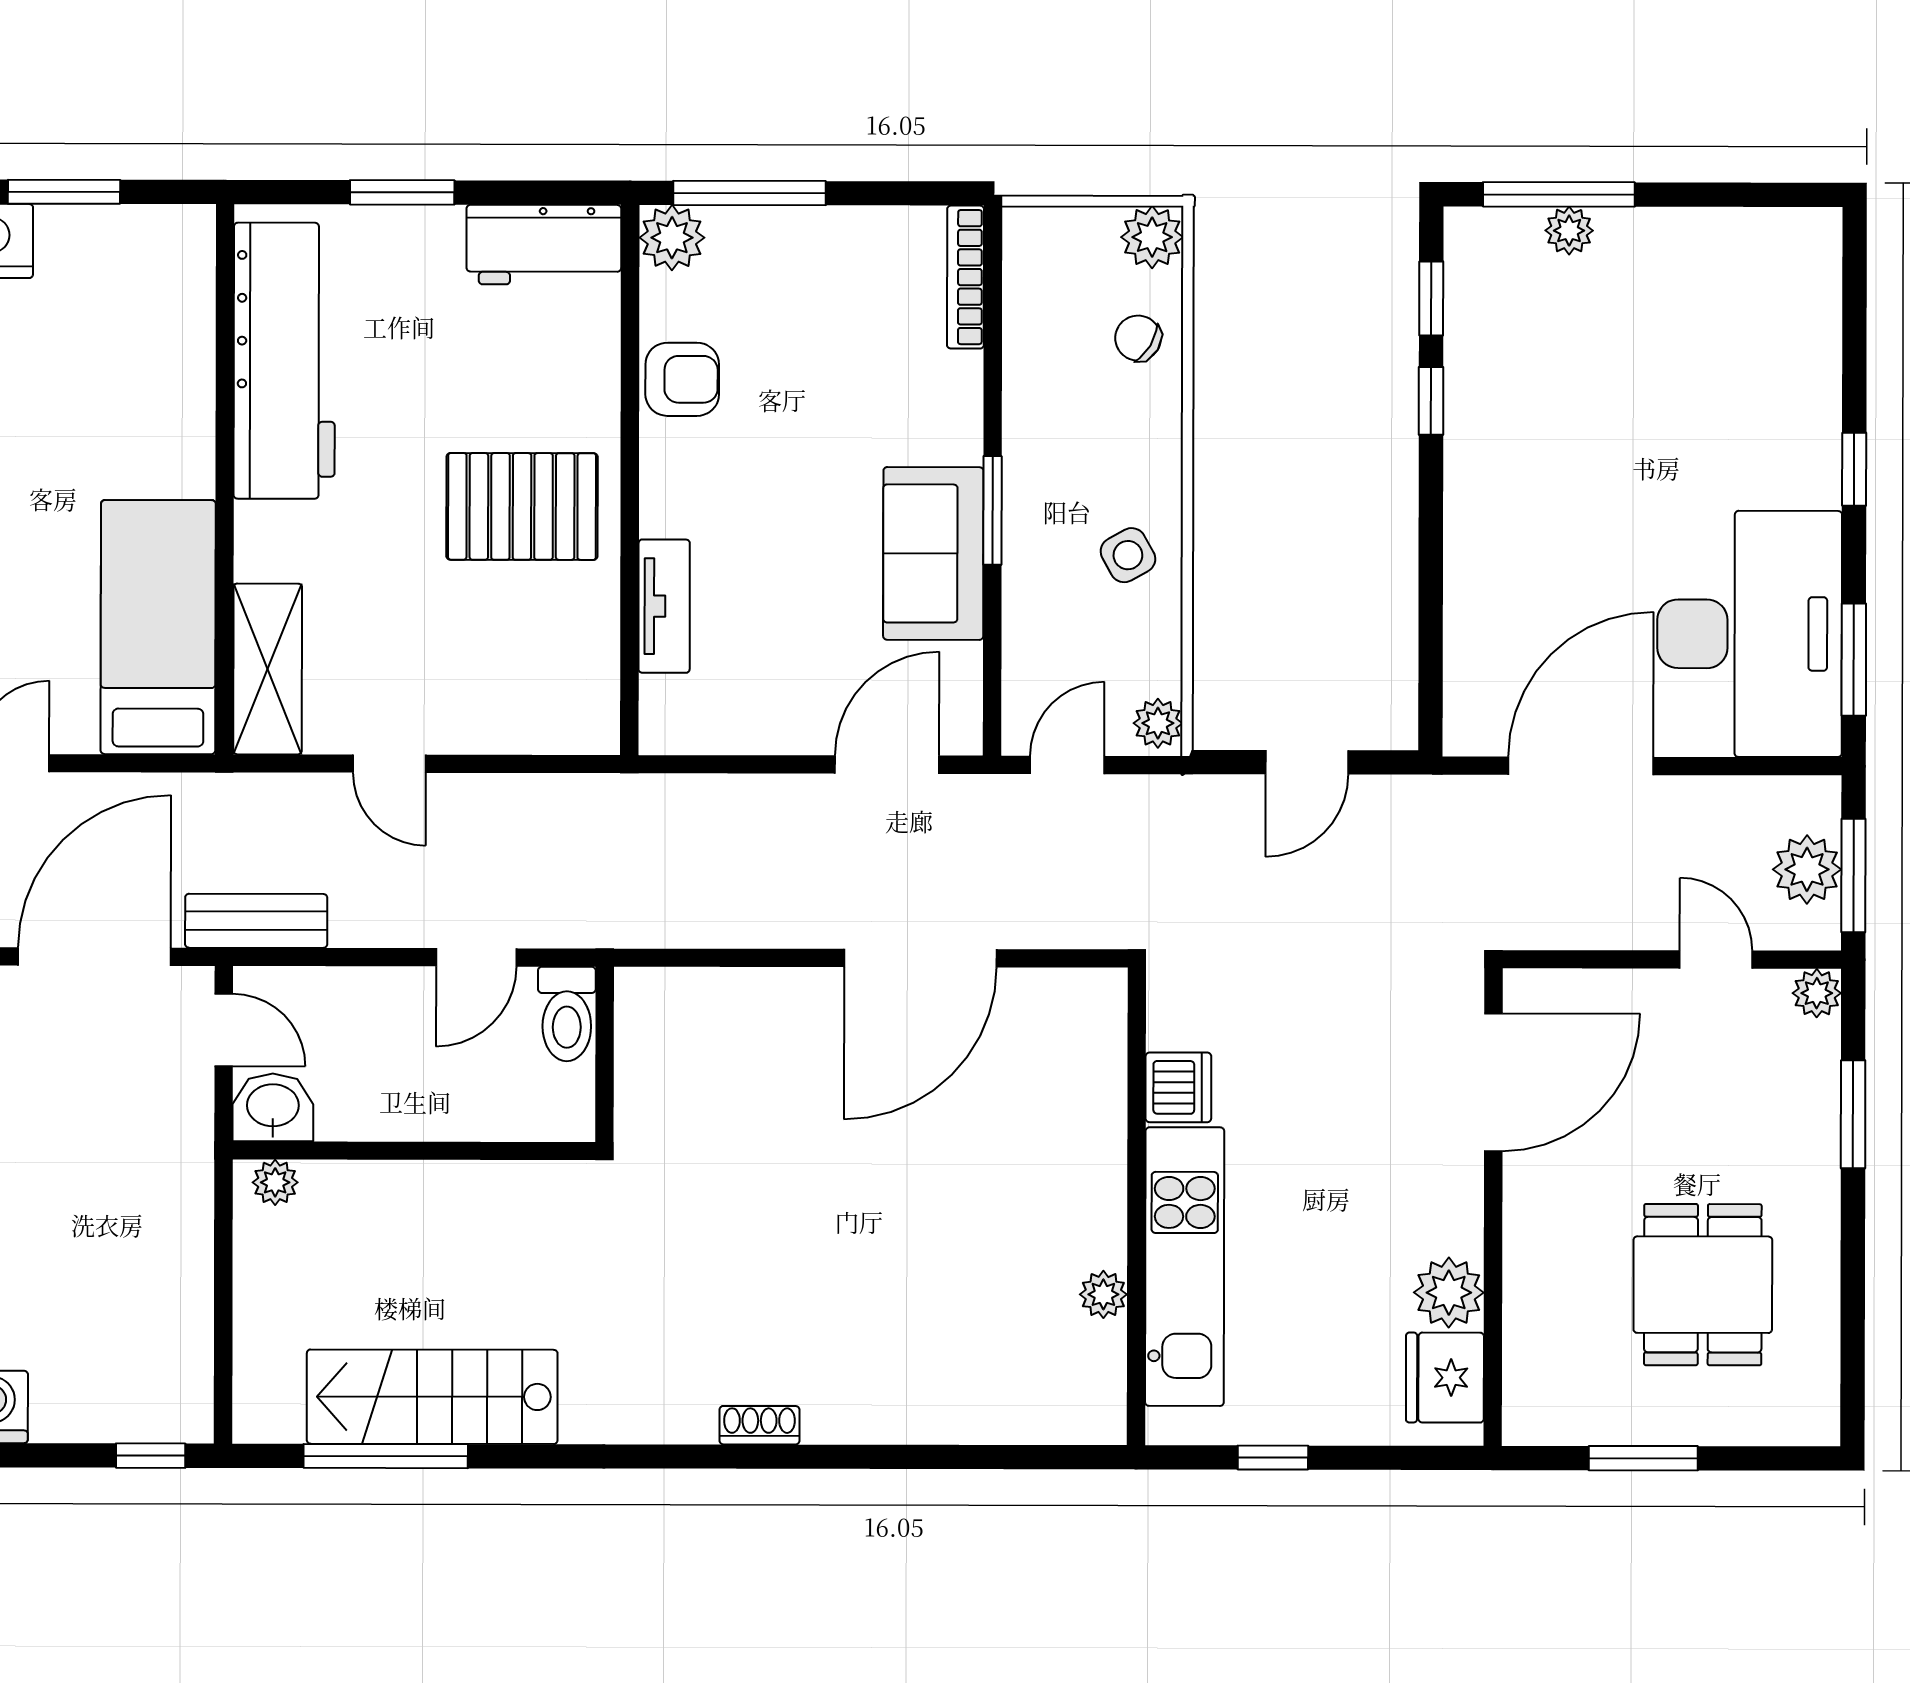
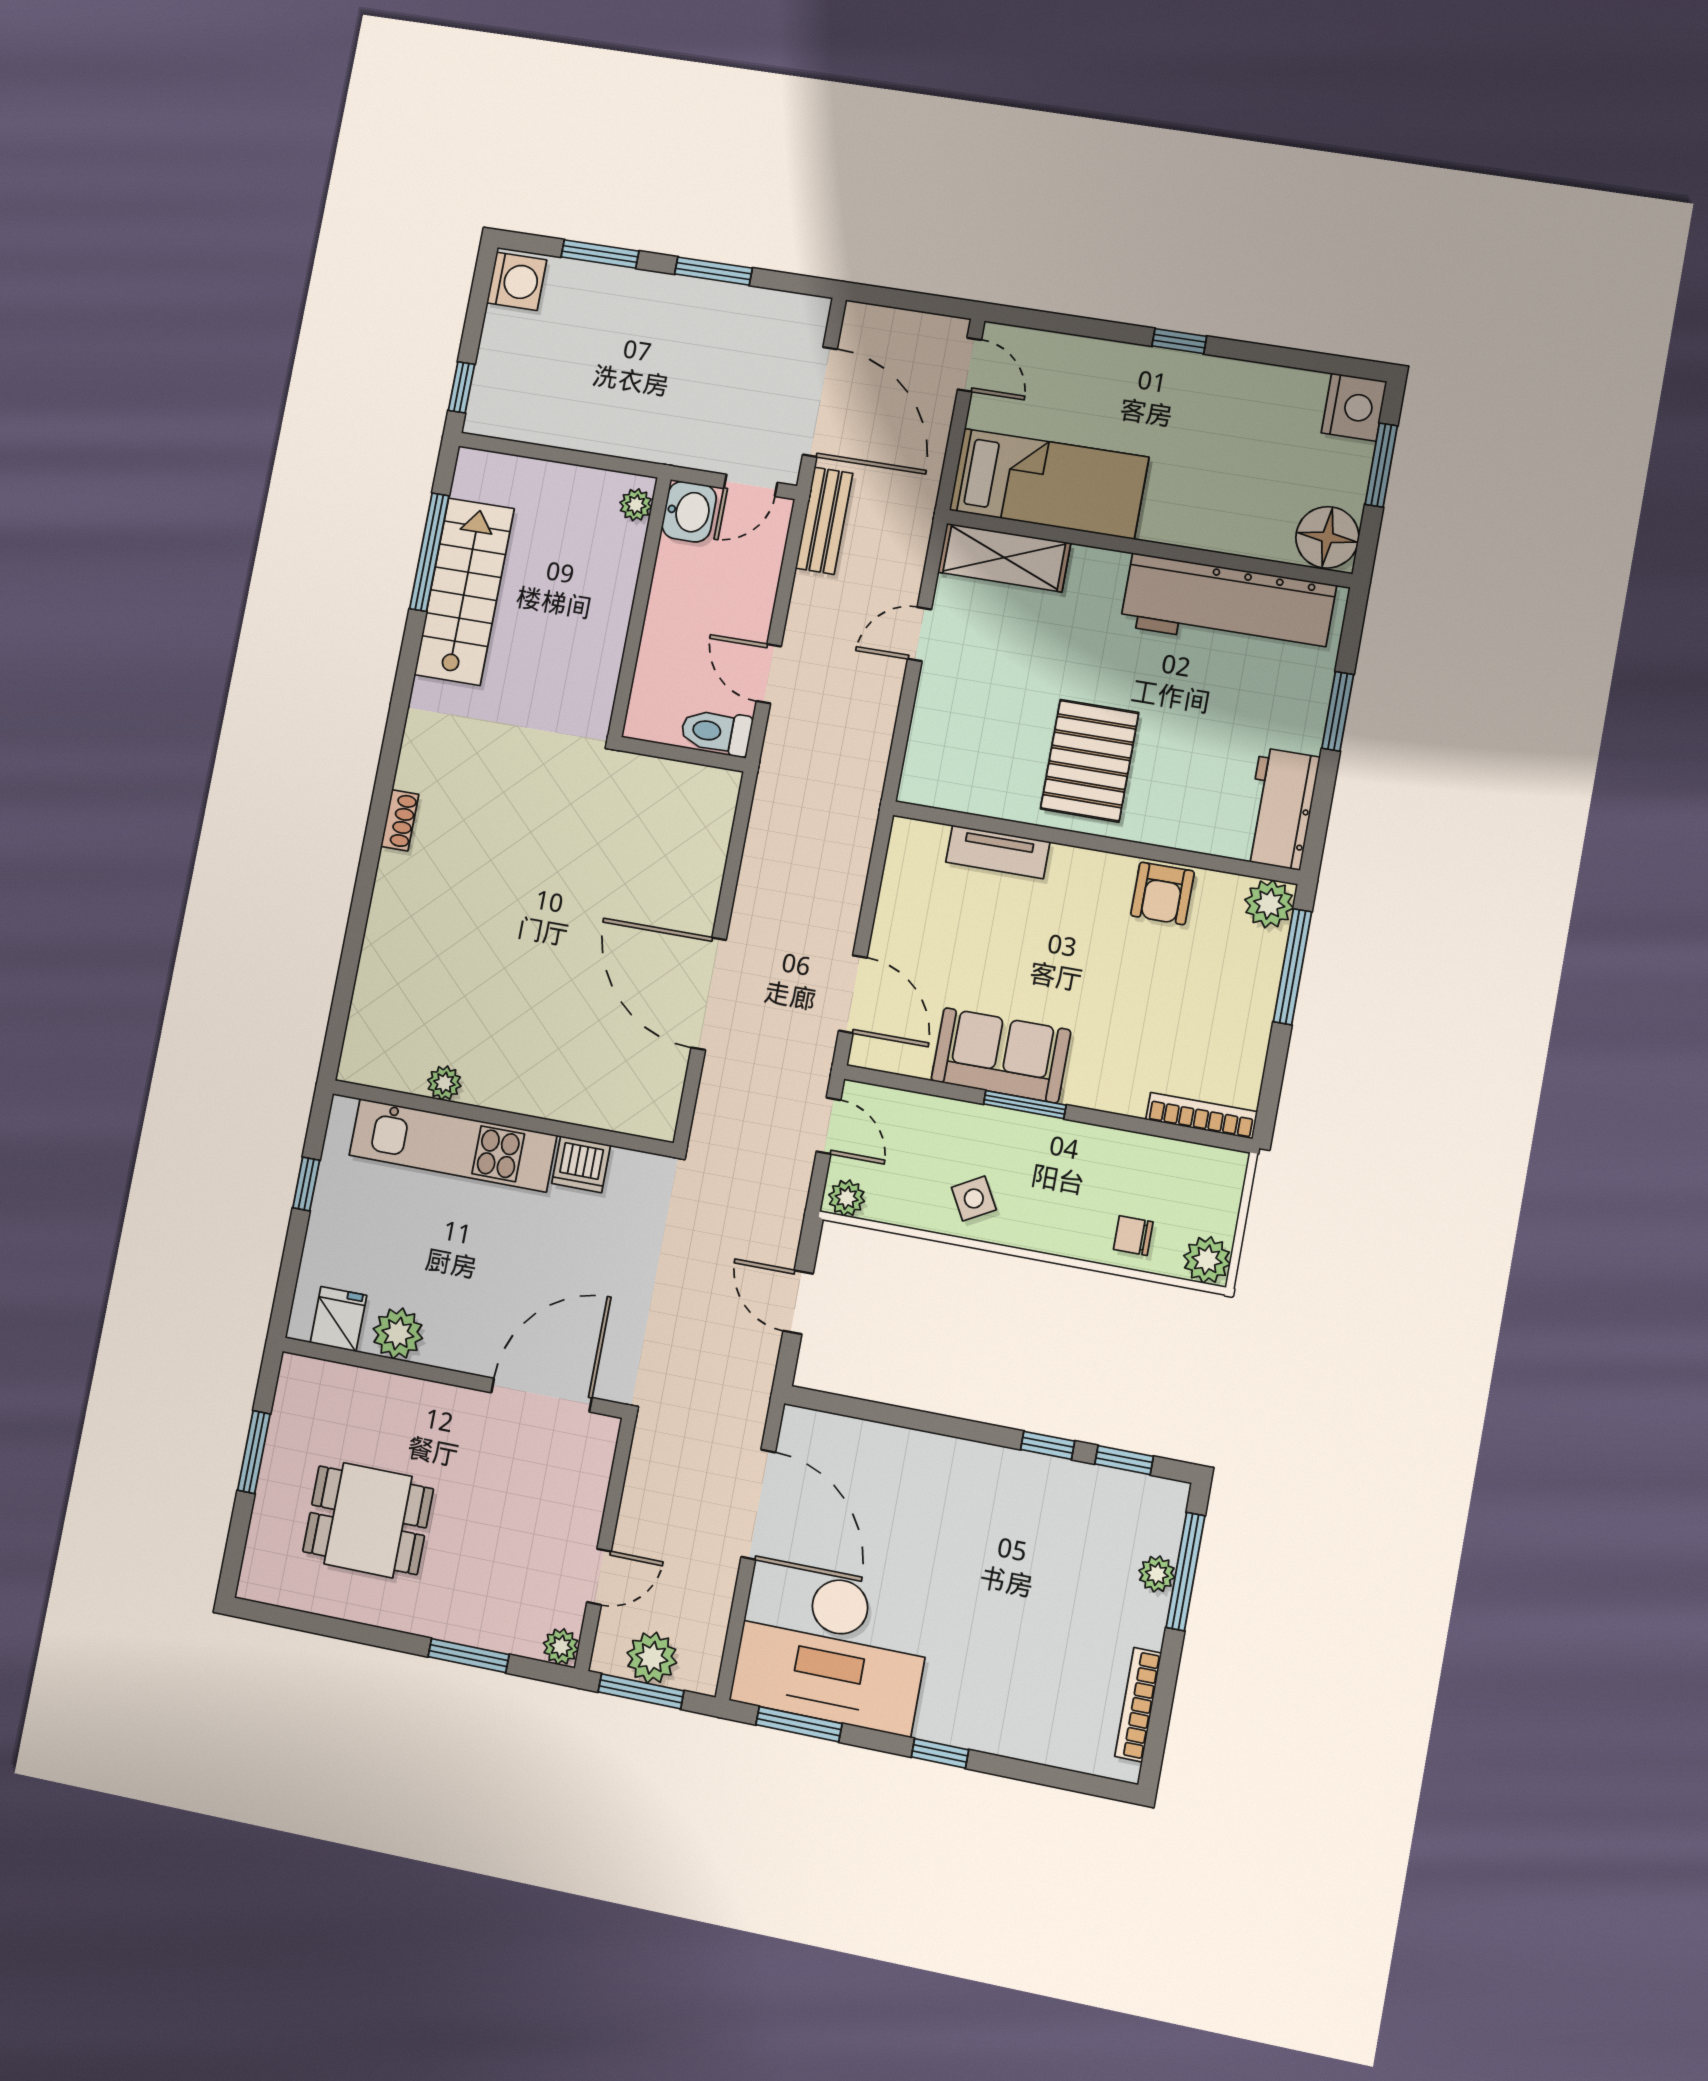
bookcase: (1741, 225) -> (1138, 1705), added
floor lamp: (172, 246) -> (1327, 537), added
chair: (1138, 338) -> (1133, 1236), turned -121
door: (1493, 1082) -> (542, 1395), swing flipped
fridge: (1445, 1378) -> (338, 1319), width x0.72

